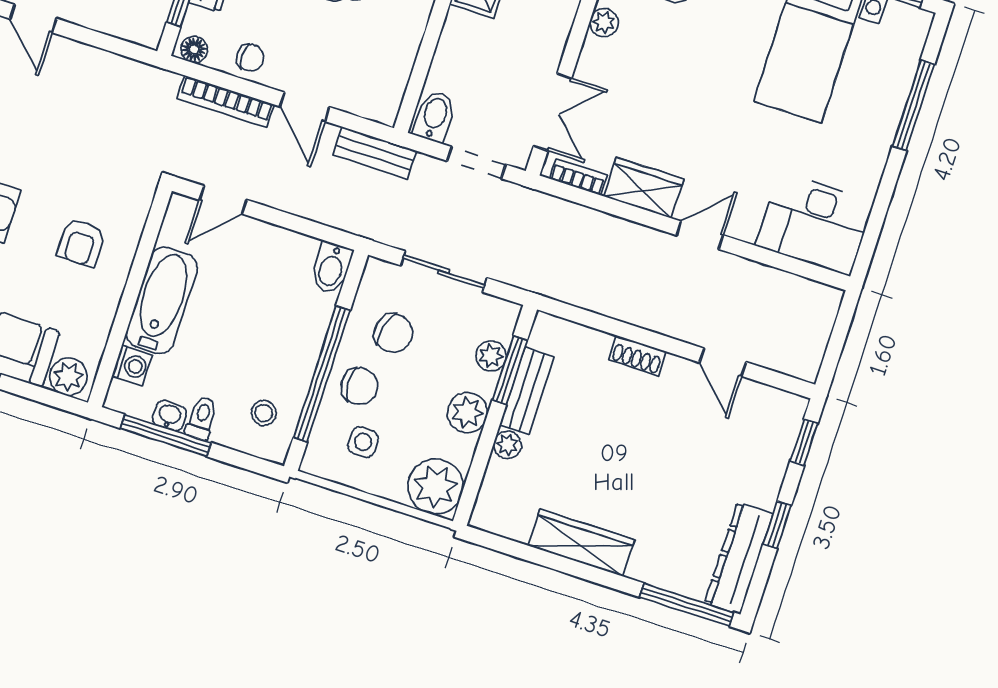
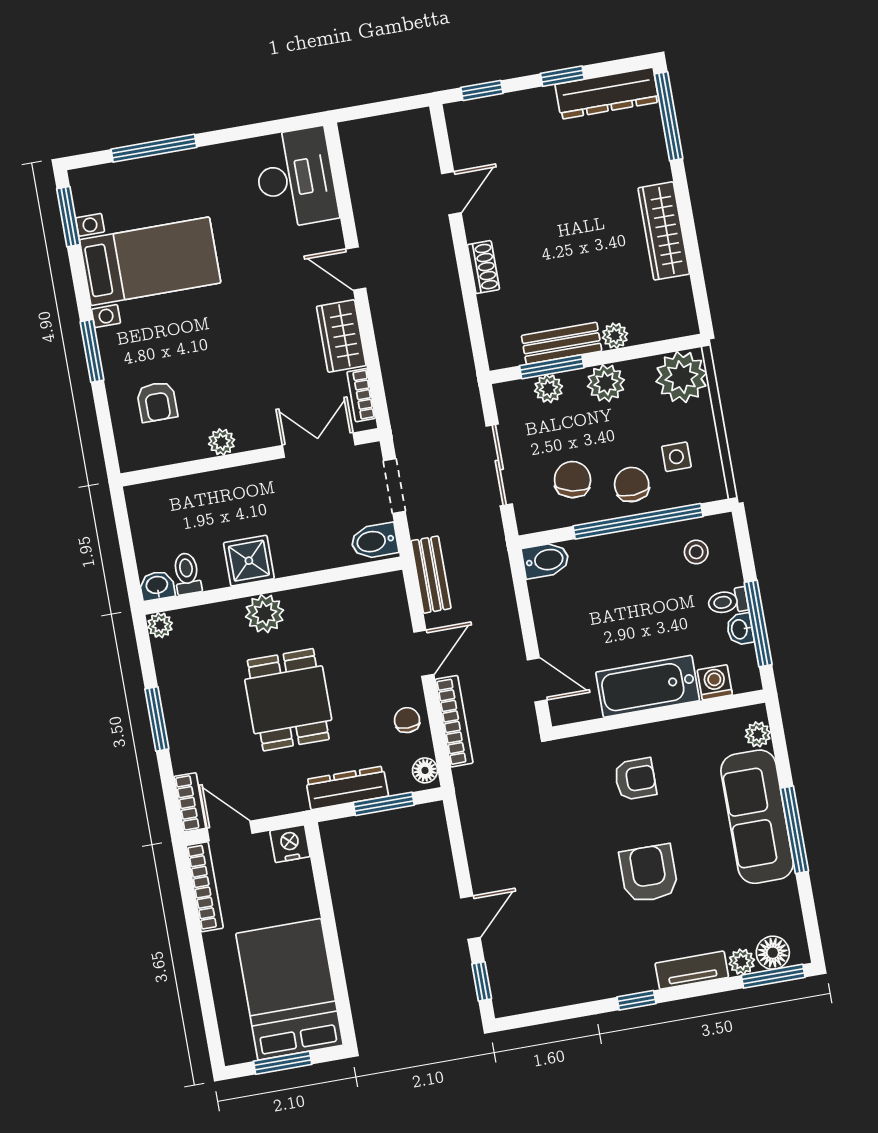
plant: (68, 377) -> (758, 734), width x0.73, depth x0.73

